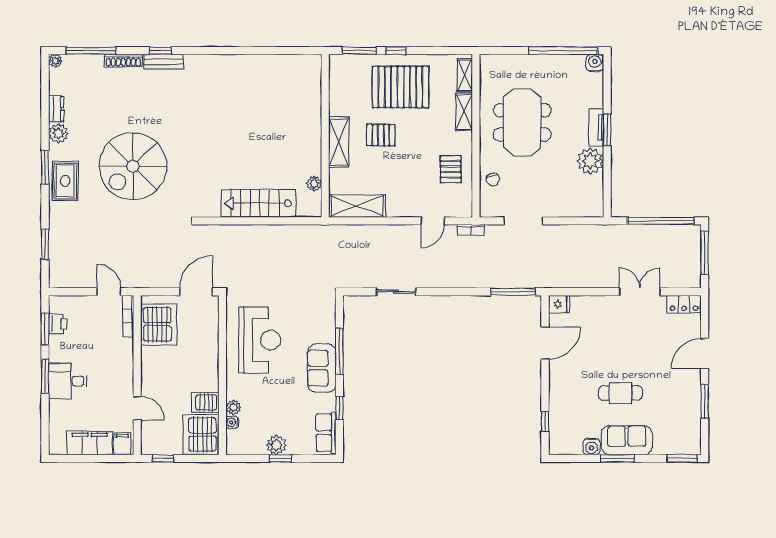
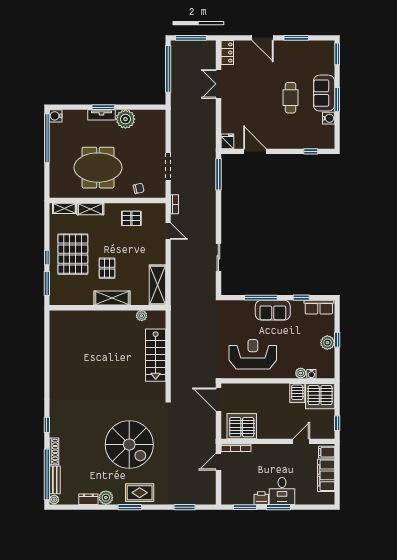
window: (91, 51) -> (47, 474), width x1.46
bench: (163, 62) -> (55, 480), moved
printer: (58, 324) -> (261, 498), moved

